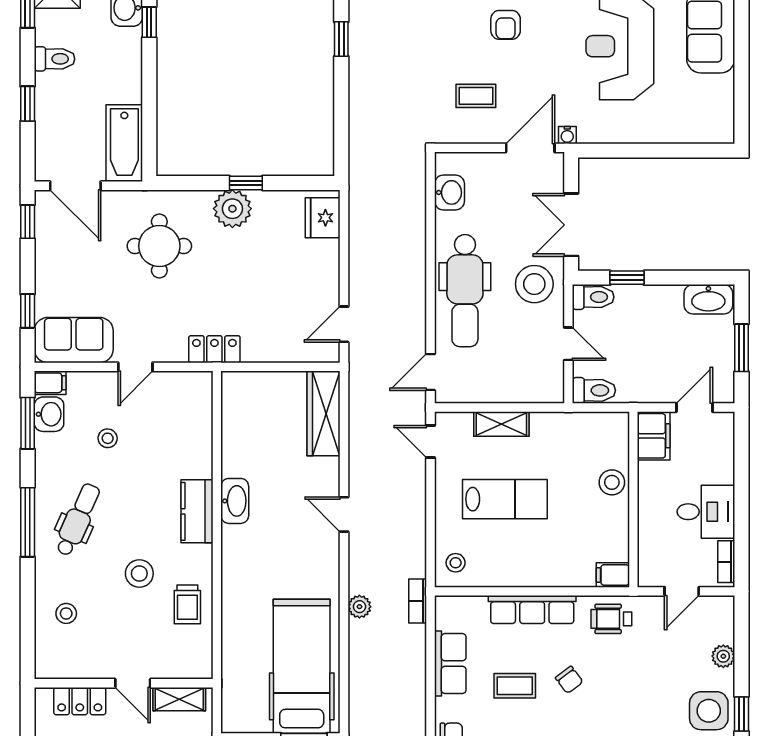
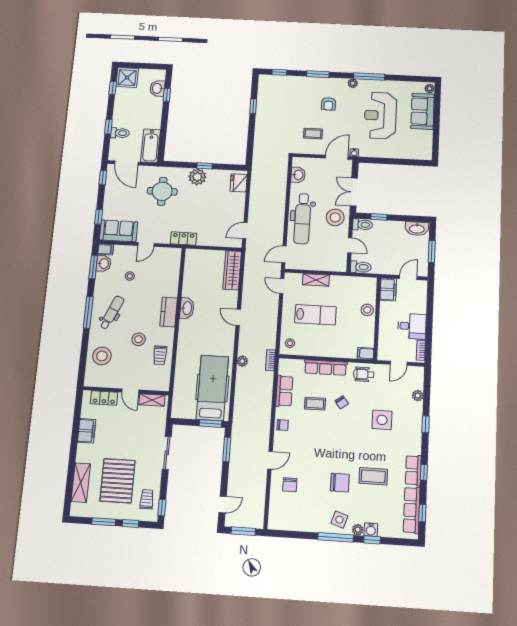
toilet: (54, 59) -> (120, 133), moved
stool: (66, 613) -> (102, 356), width x1.89, depth x1.89
side table: (709, 711) -> (382, 420), moved

